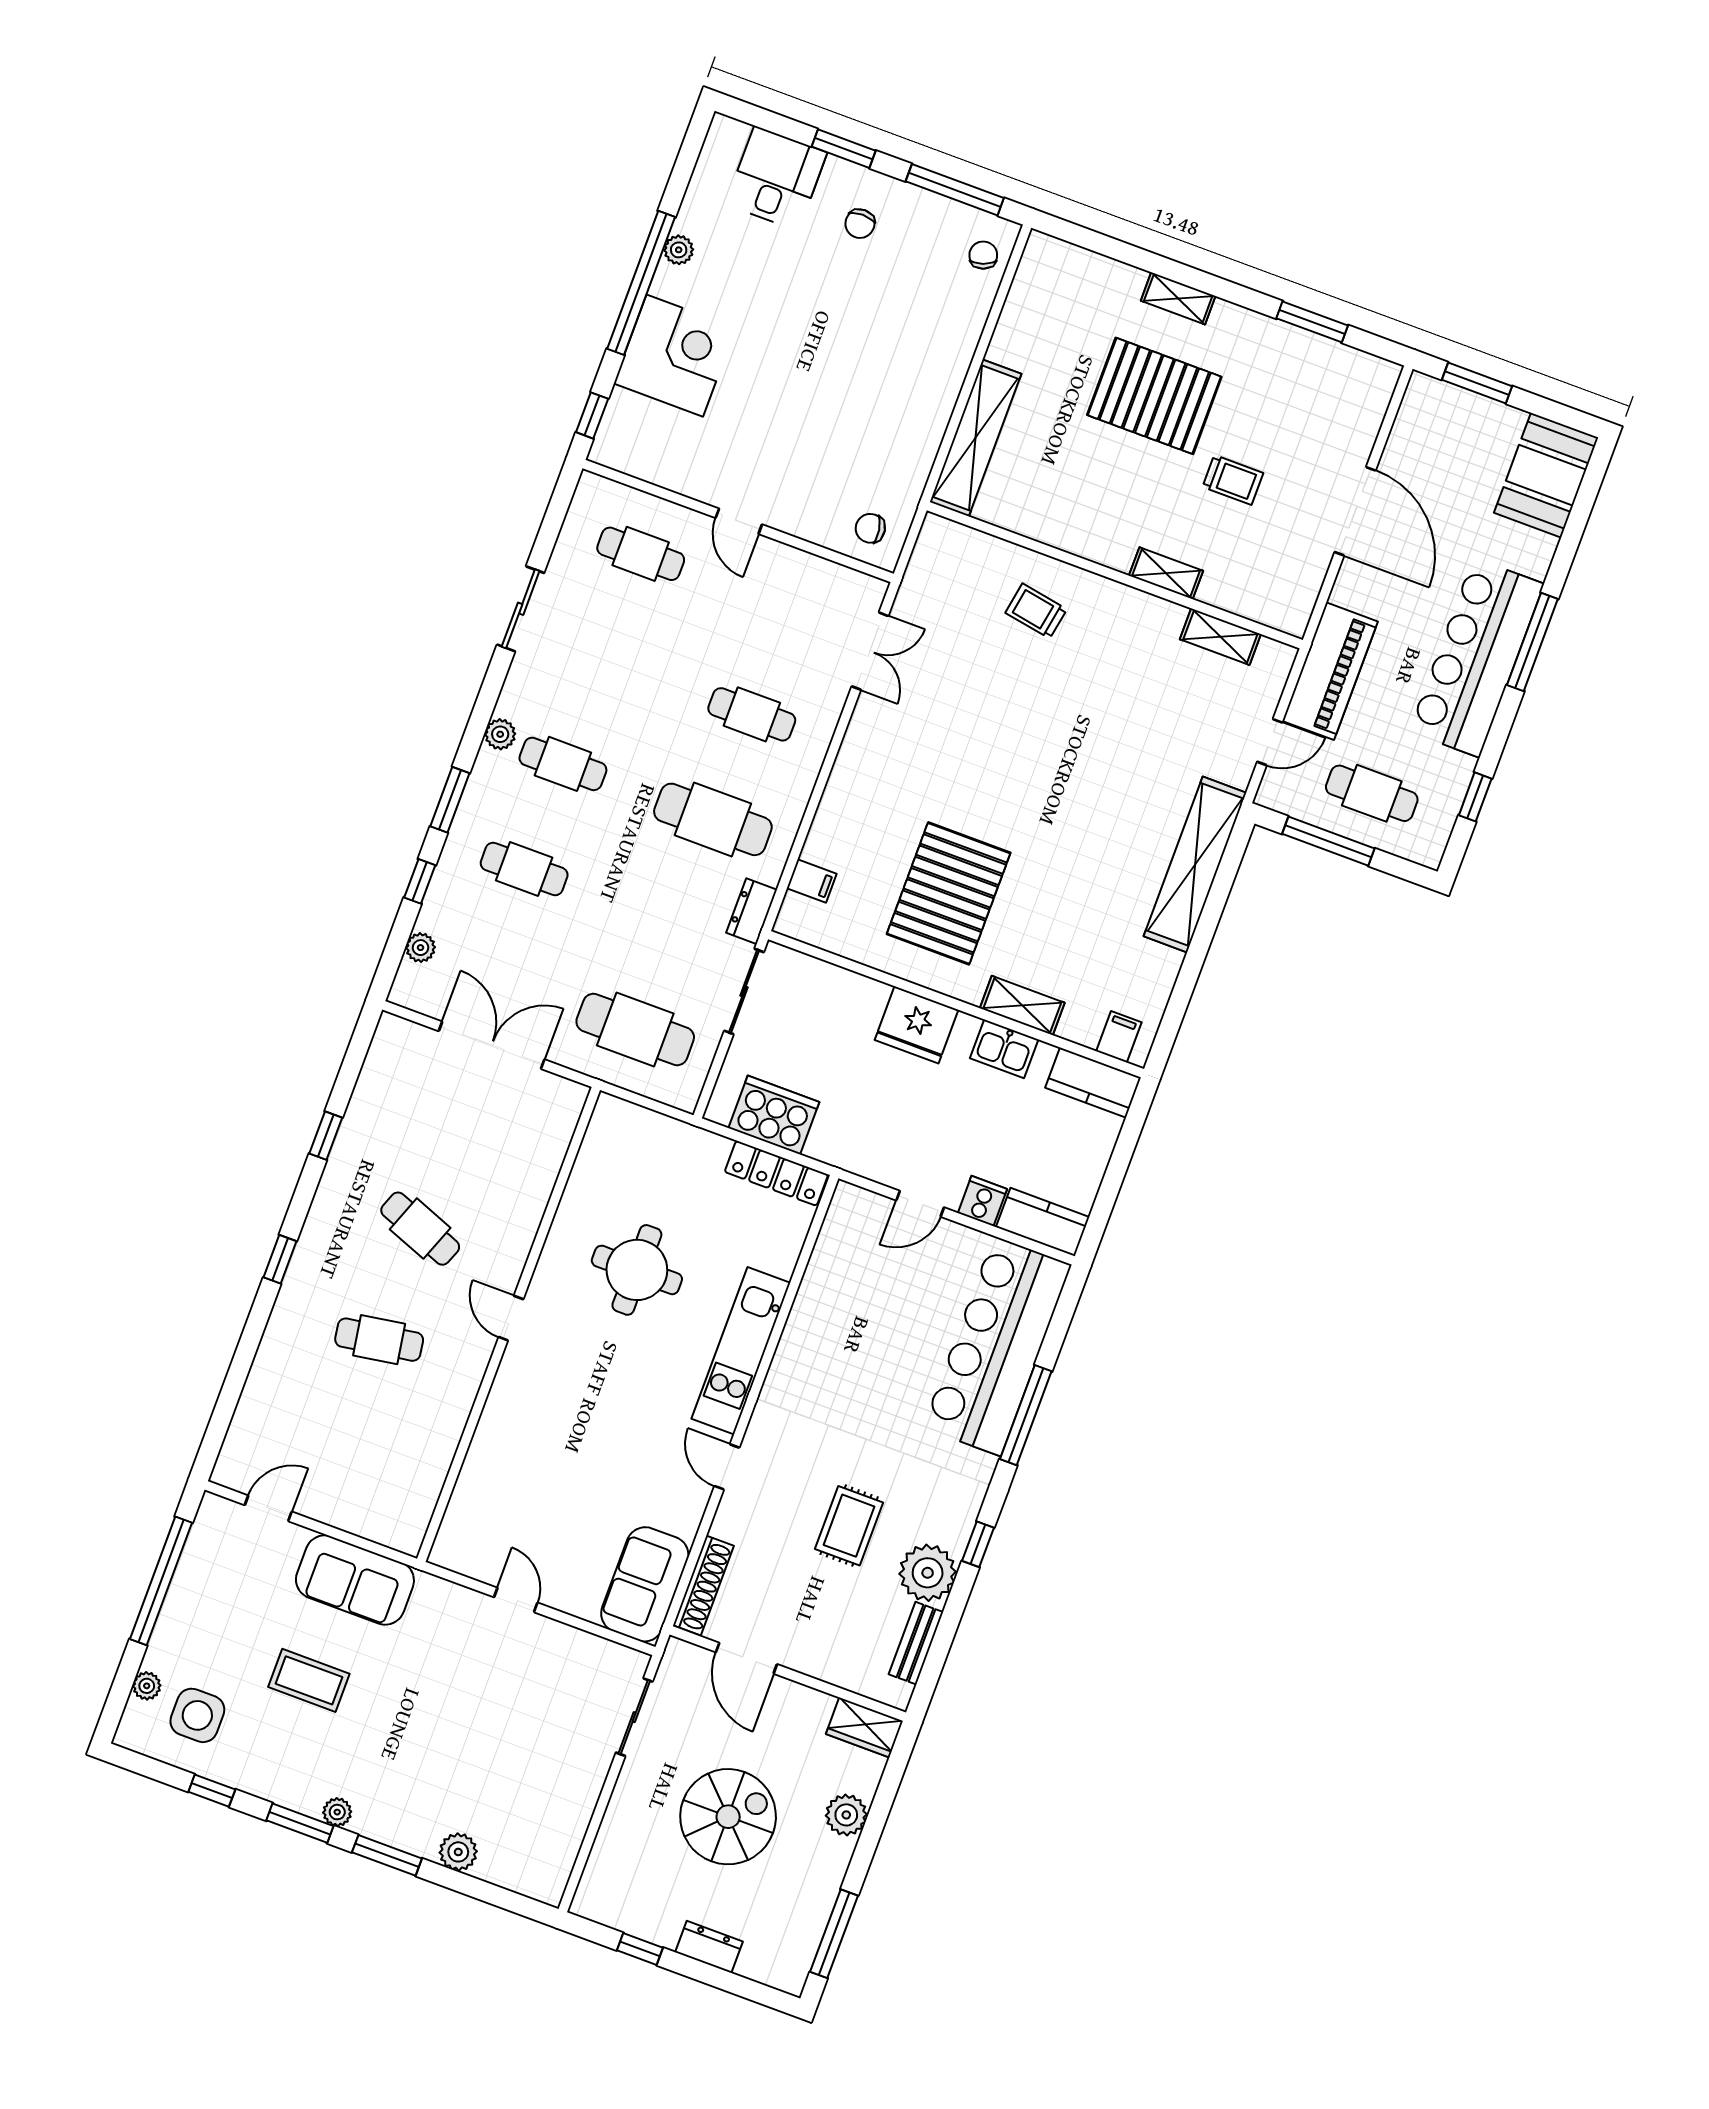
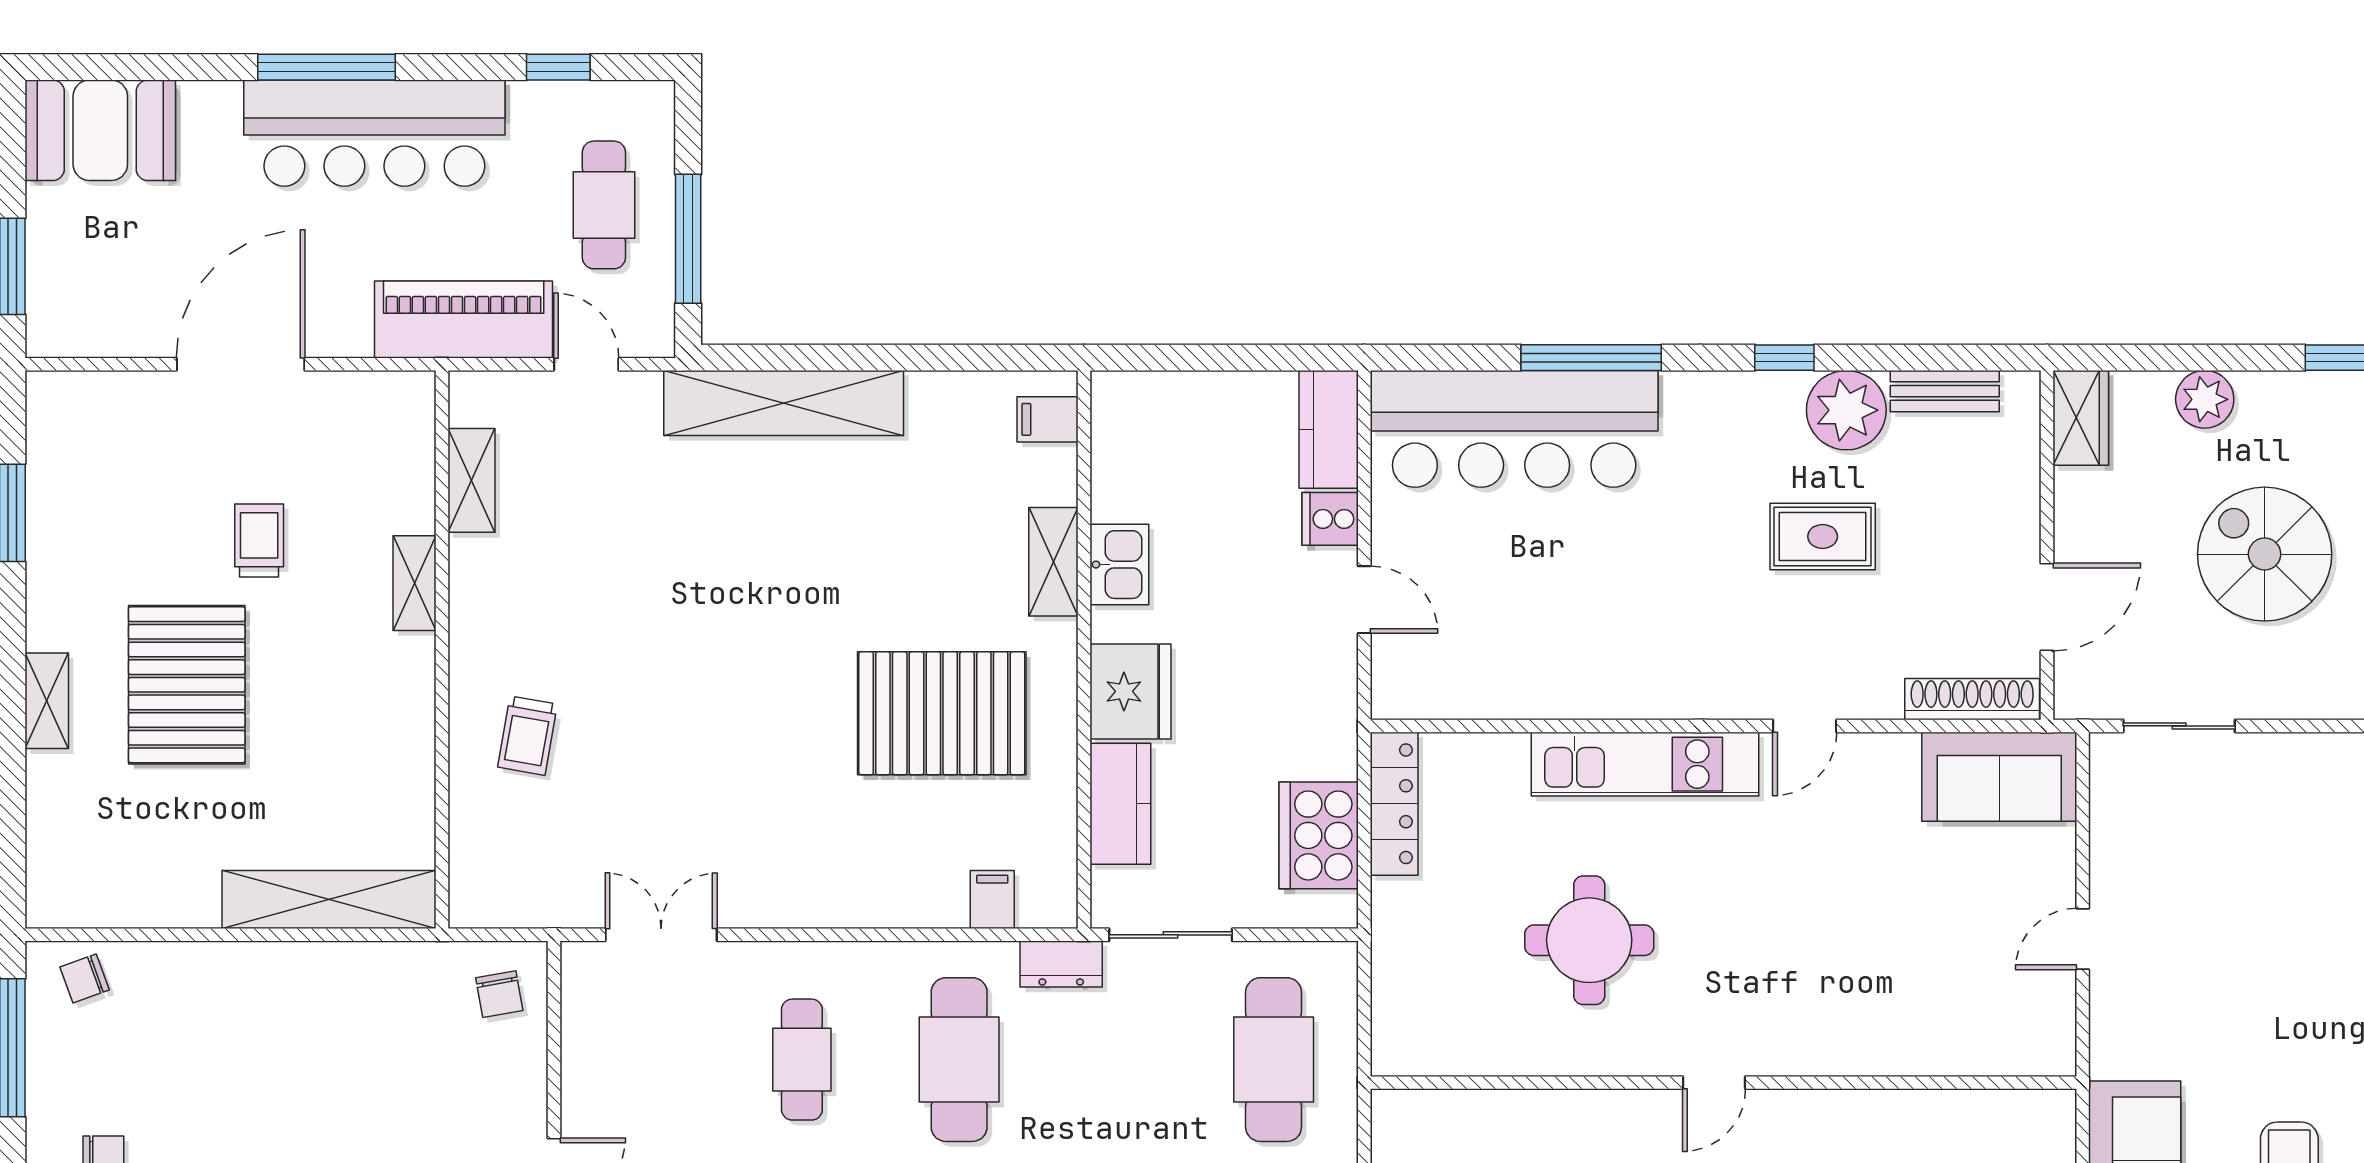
kitchen counter: (1093, 1083) -> (1120, 804), moved

